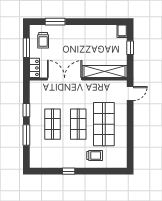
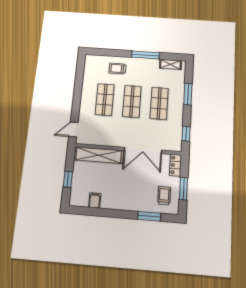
filing cabinet: (122, 31) -> (95, 200), moved
window: (26, 110) -> (186, 134), moved
shop shelf: (104, 124) -> (105, 100), width x0.70, depth x0.74
shelving: (44, 163) -> (170, 64), added
window: (69, 171) -> (146, 55), width x2.17

